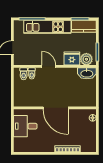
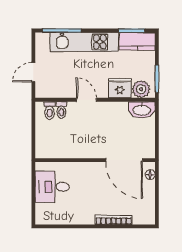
door: (56, 108) -> (124, 160), moved

